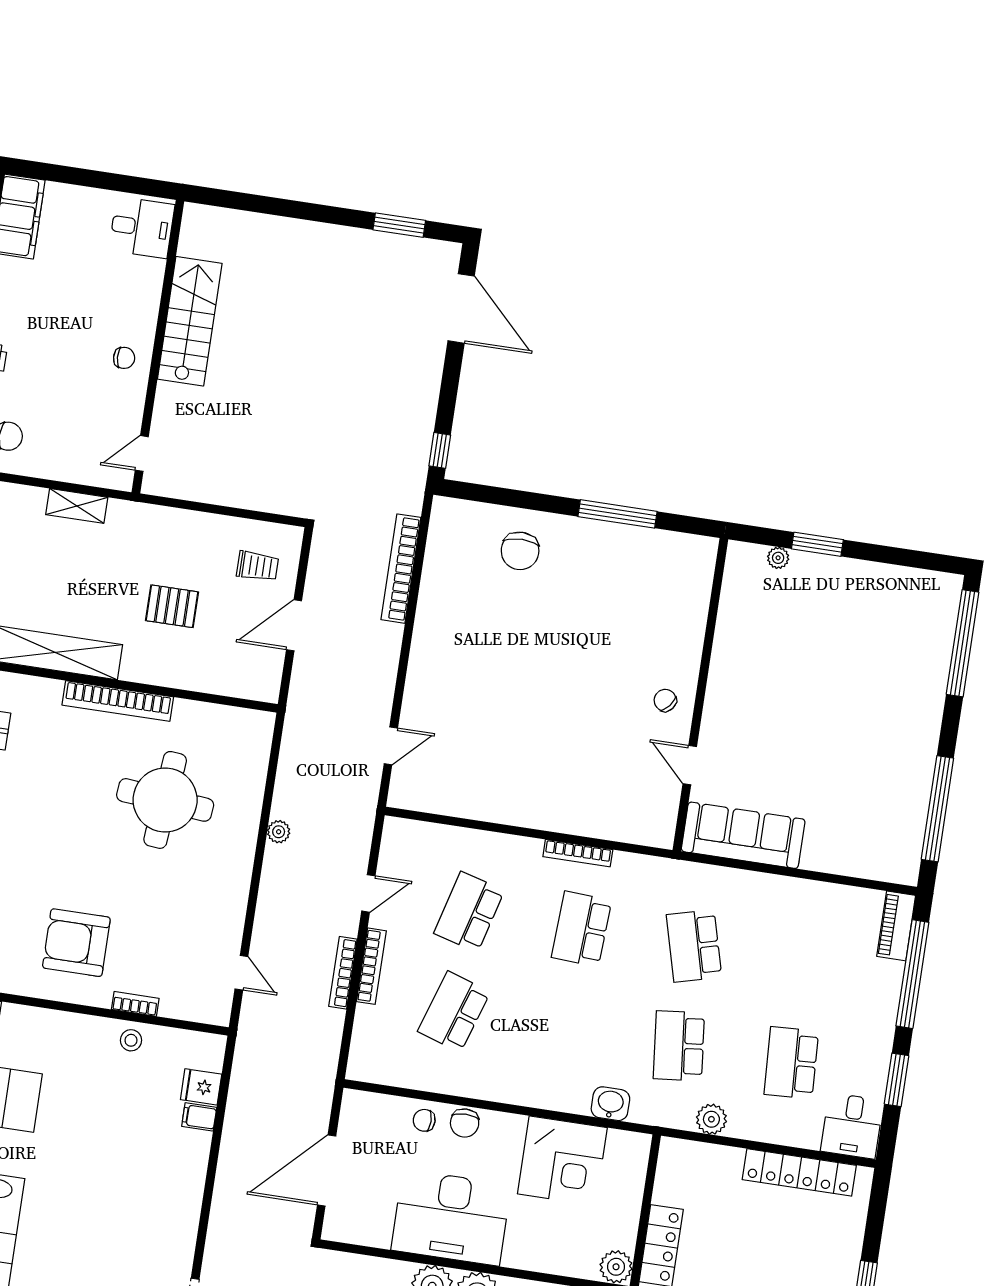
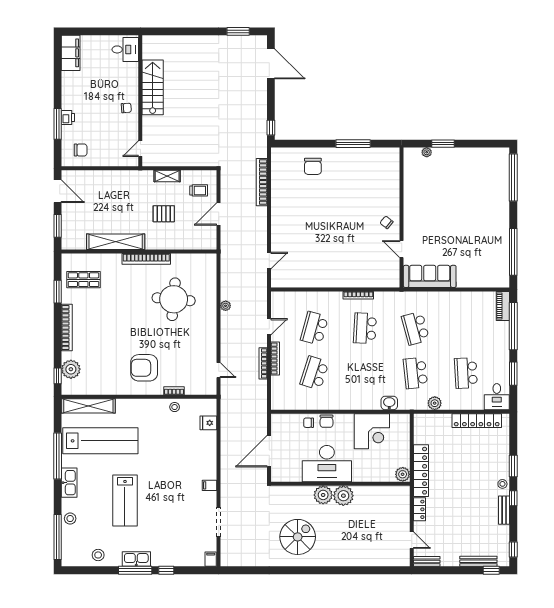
shelving: (77, 506) -> (167, 176), moved
filing cabinet: (199, 1117) -> (210, 485), moved

